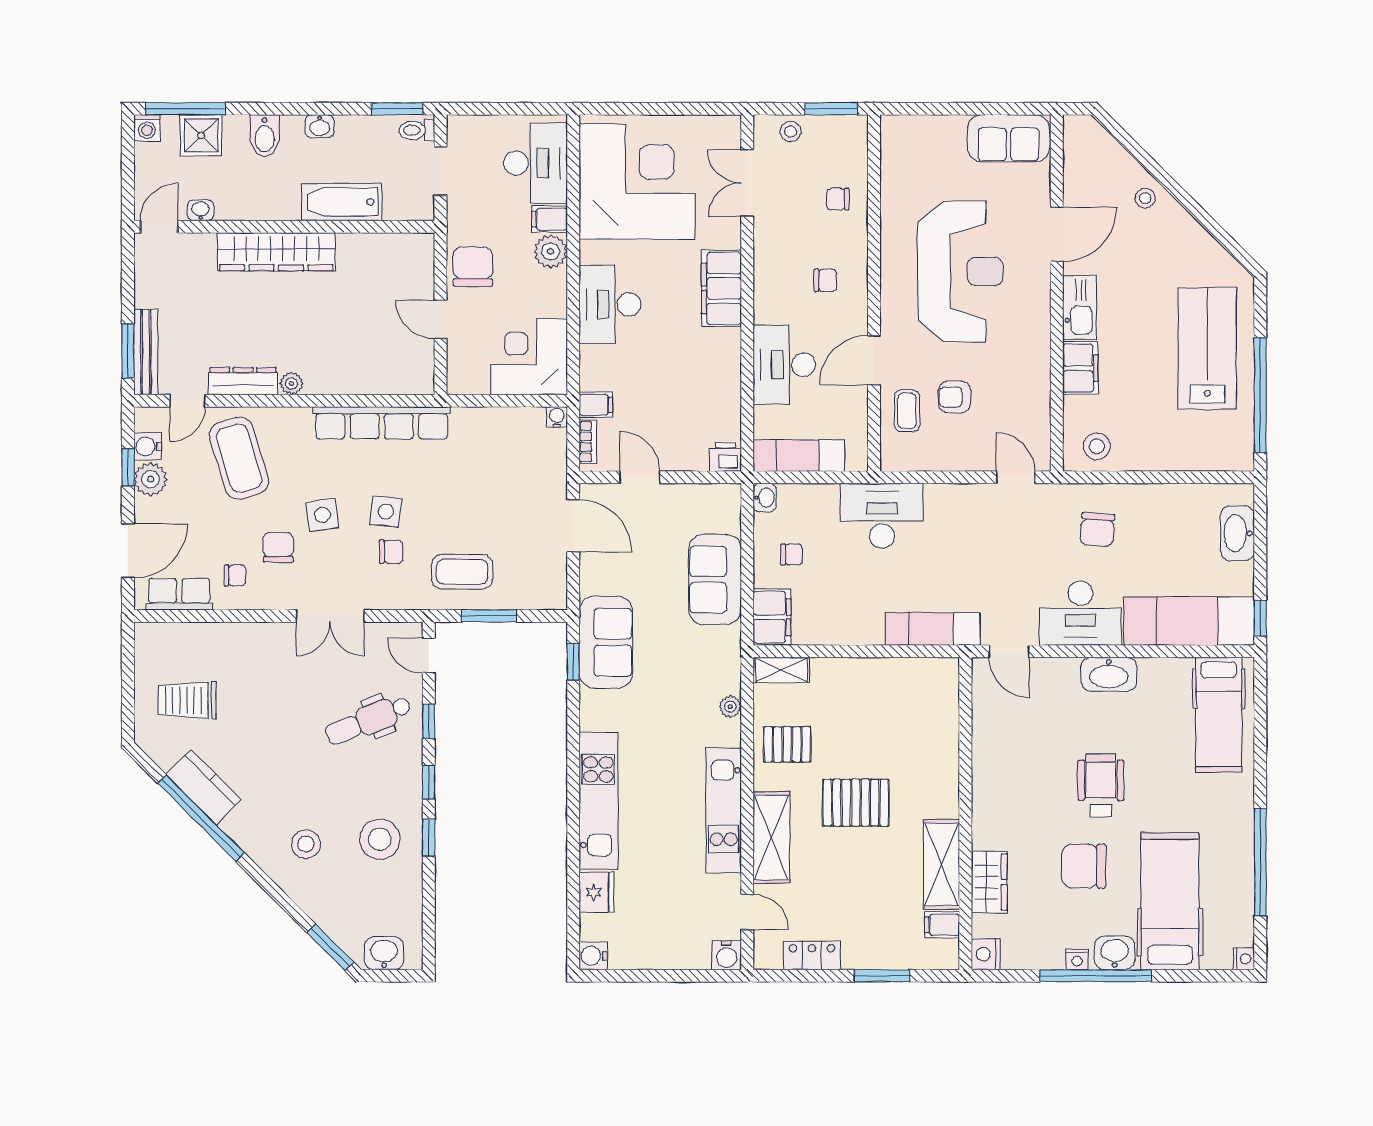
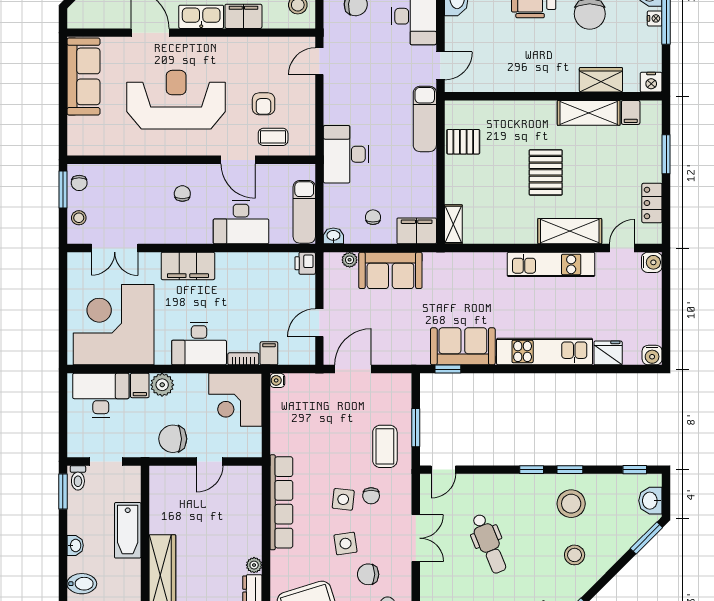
sofa: (1009, 138) -> (83, 76), width x1.36
chair: (838, 199) -> (79, 183), moved
bookcase: (588, 442) -> (243, 359), moved
chair: (391, 552) -> (371, 496), turned 180
sofa: (606, 642) -> (463, 346), moved
plant: (730, 707) -> (350, 260), moved
dental chair: (368, 720) -> (489, 544), moved
window: (429, 721) -> (635, 470), moved
pallet: (787, 744) -> (463, 142), moved, turned 90

